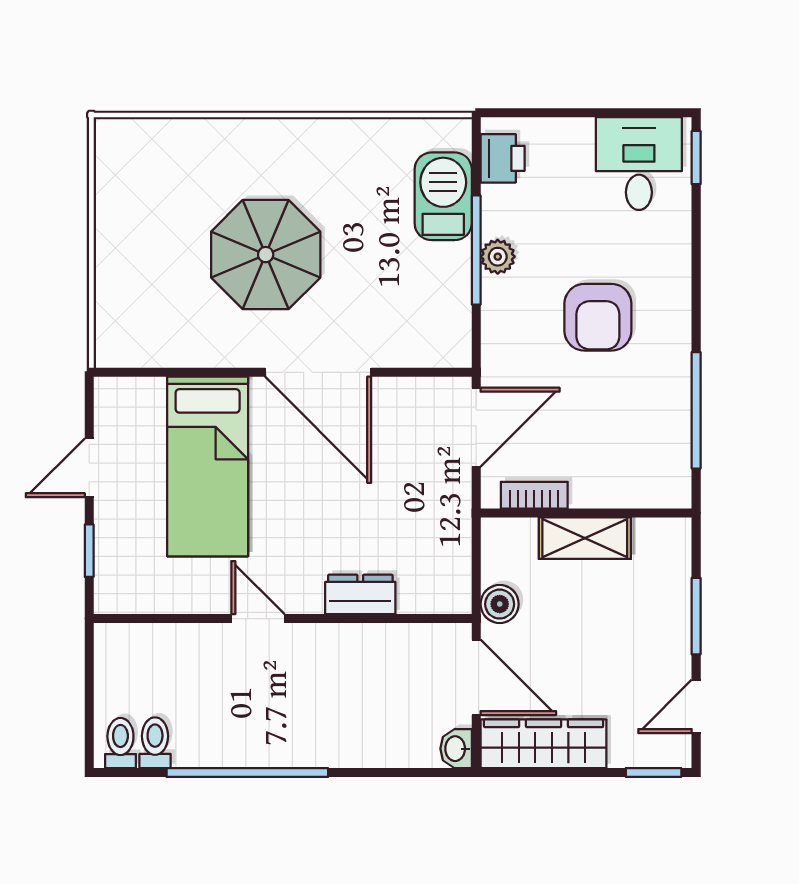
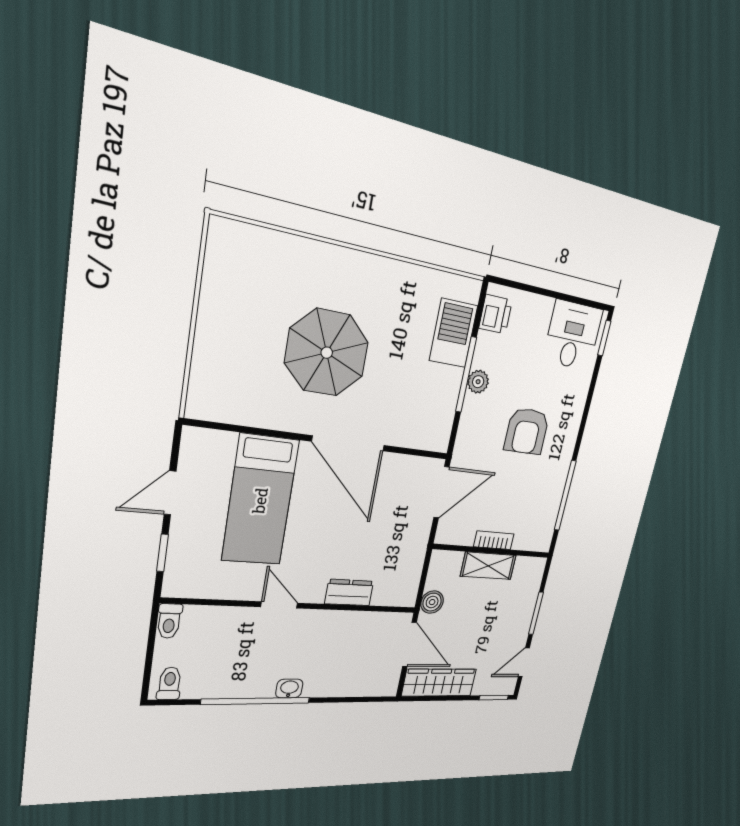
bookcase: (534, 495) -> (494, 540), moved
toilet: (155, 743) -> (169, 621), moved, turned 180
washbasin: (456, 749) -> (289, 689), moved, turned 90

